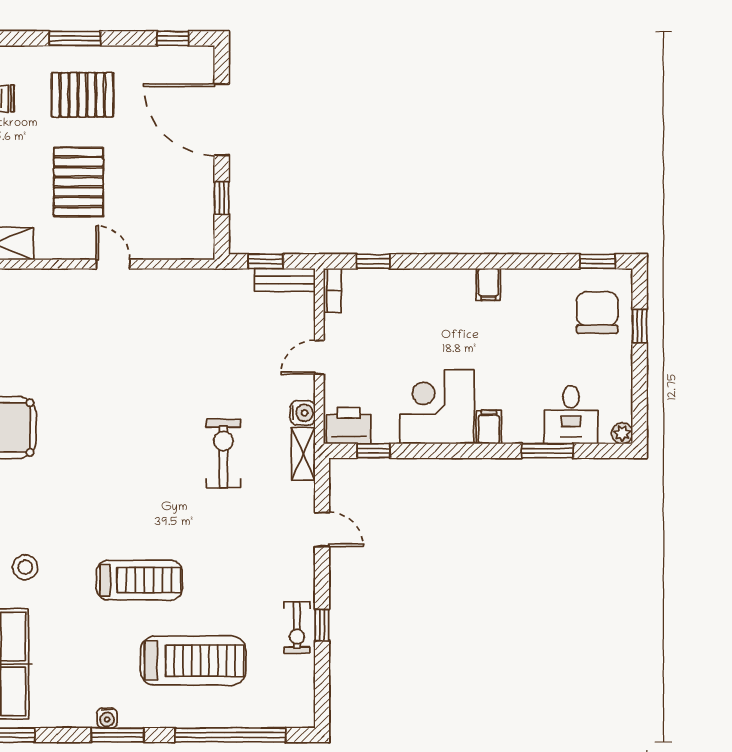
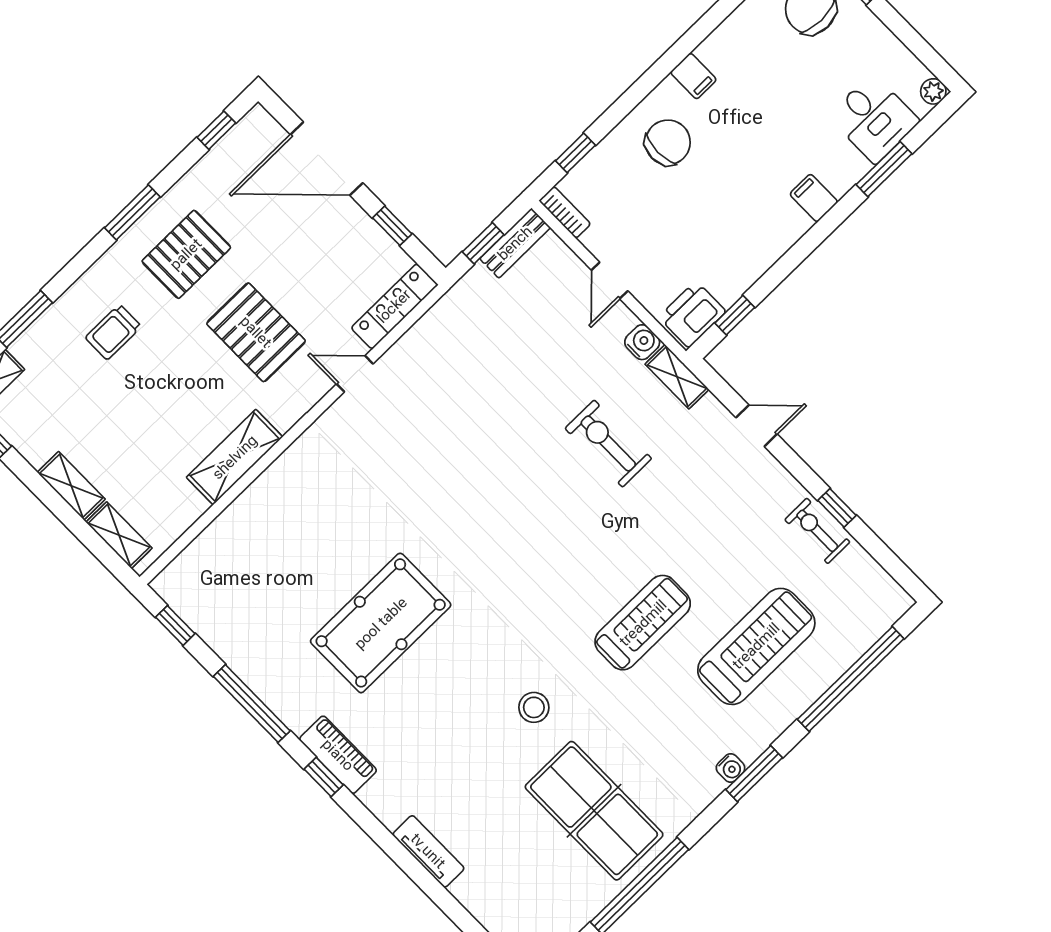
locker: (176, 247) -> (394, 306), added
chair: (434, 309) -> (668, 142), added
corner desk: (437, 407) -> (752, 224), removed
exercise bike: (297, 627) -> (817, 531), turned 180

